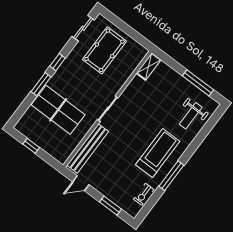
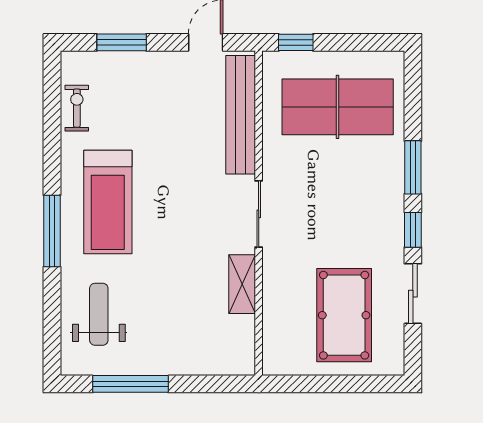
sliding door: (83, 28) -> (413, 294), moved
shelving: (149, 66) -> (242, 284), moved
table tennis table: (58, 110) -> (338, 107), moved
window: (31, 146) -> (296, 42), moved
window: (171, 176) -> (52, 231), moved

